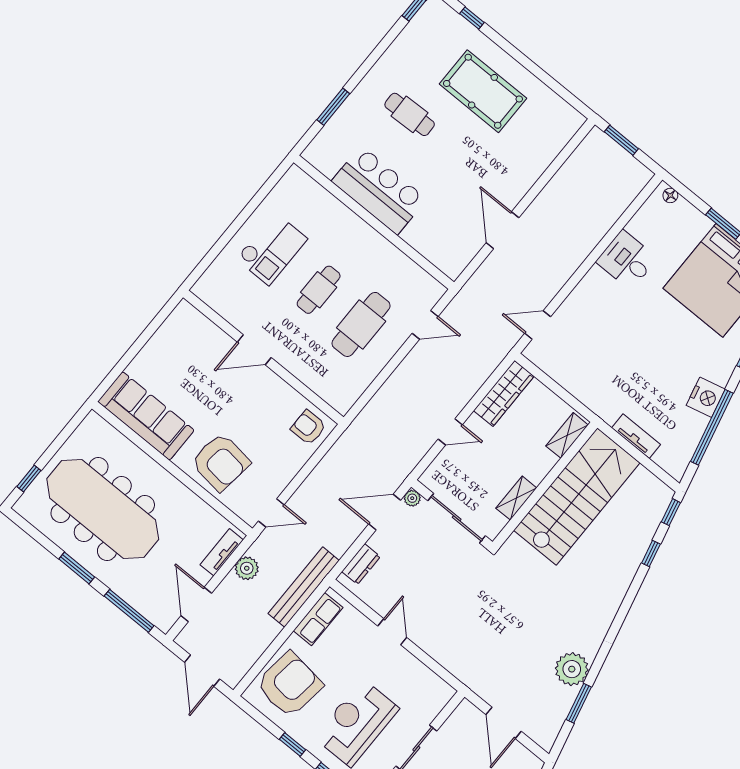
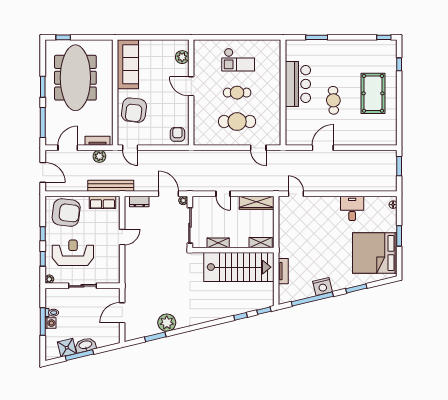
cafe table: (410, 114) -> (333, 100), moved
plant: (201, 328) -> (182, 57), added
door: (202, 671) -> (43, 172), swing flipped

